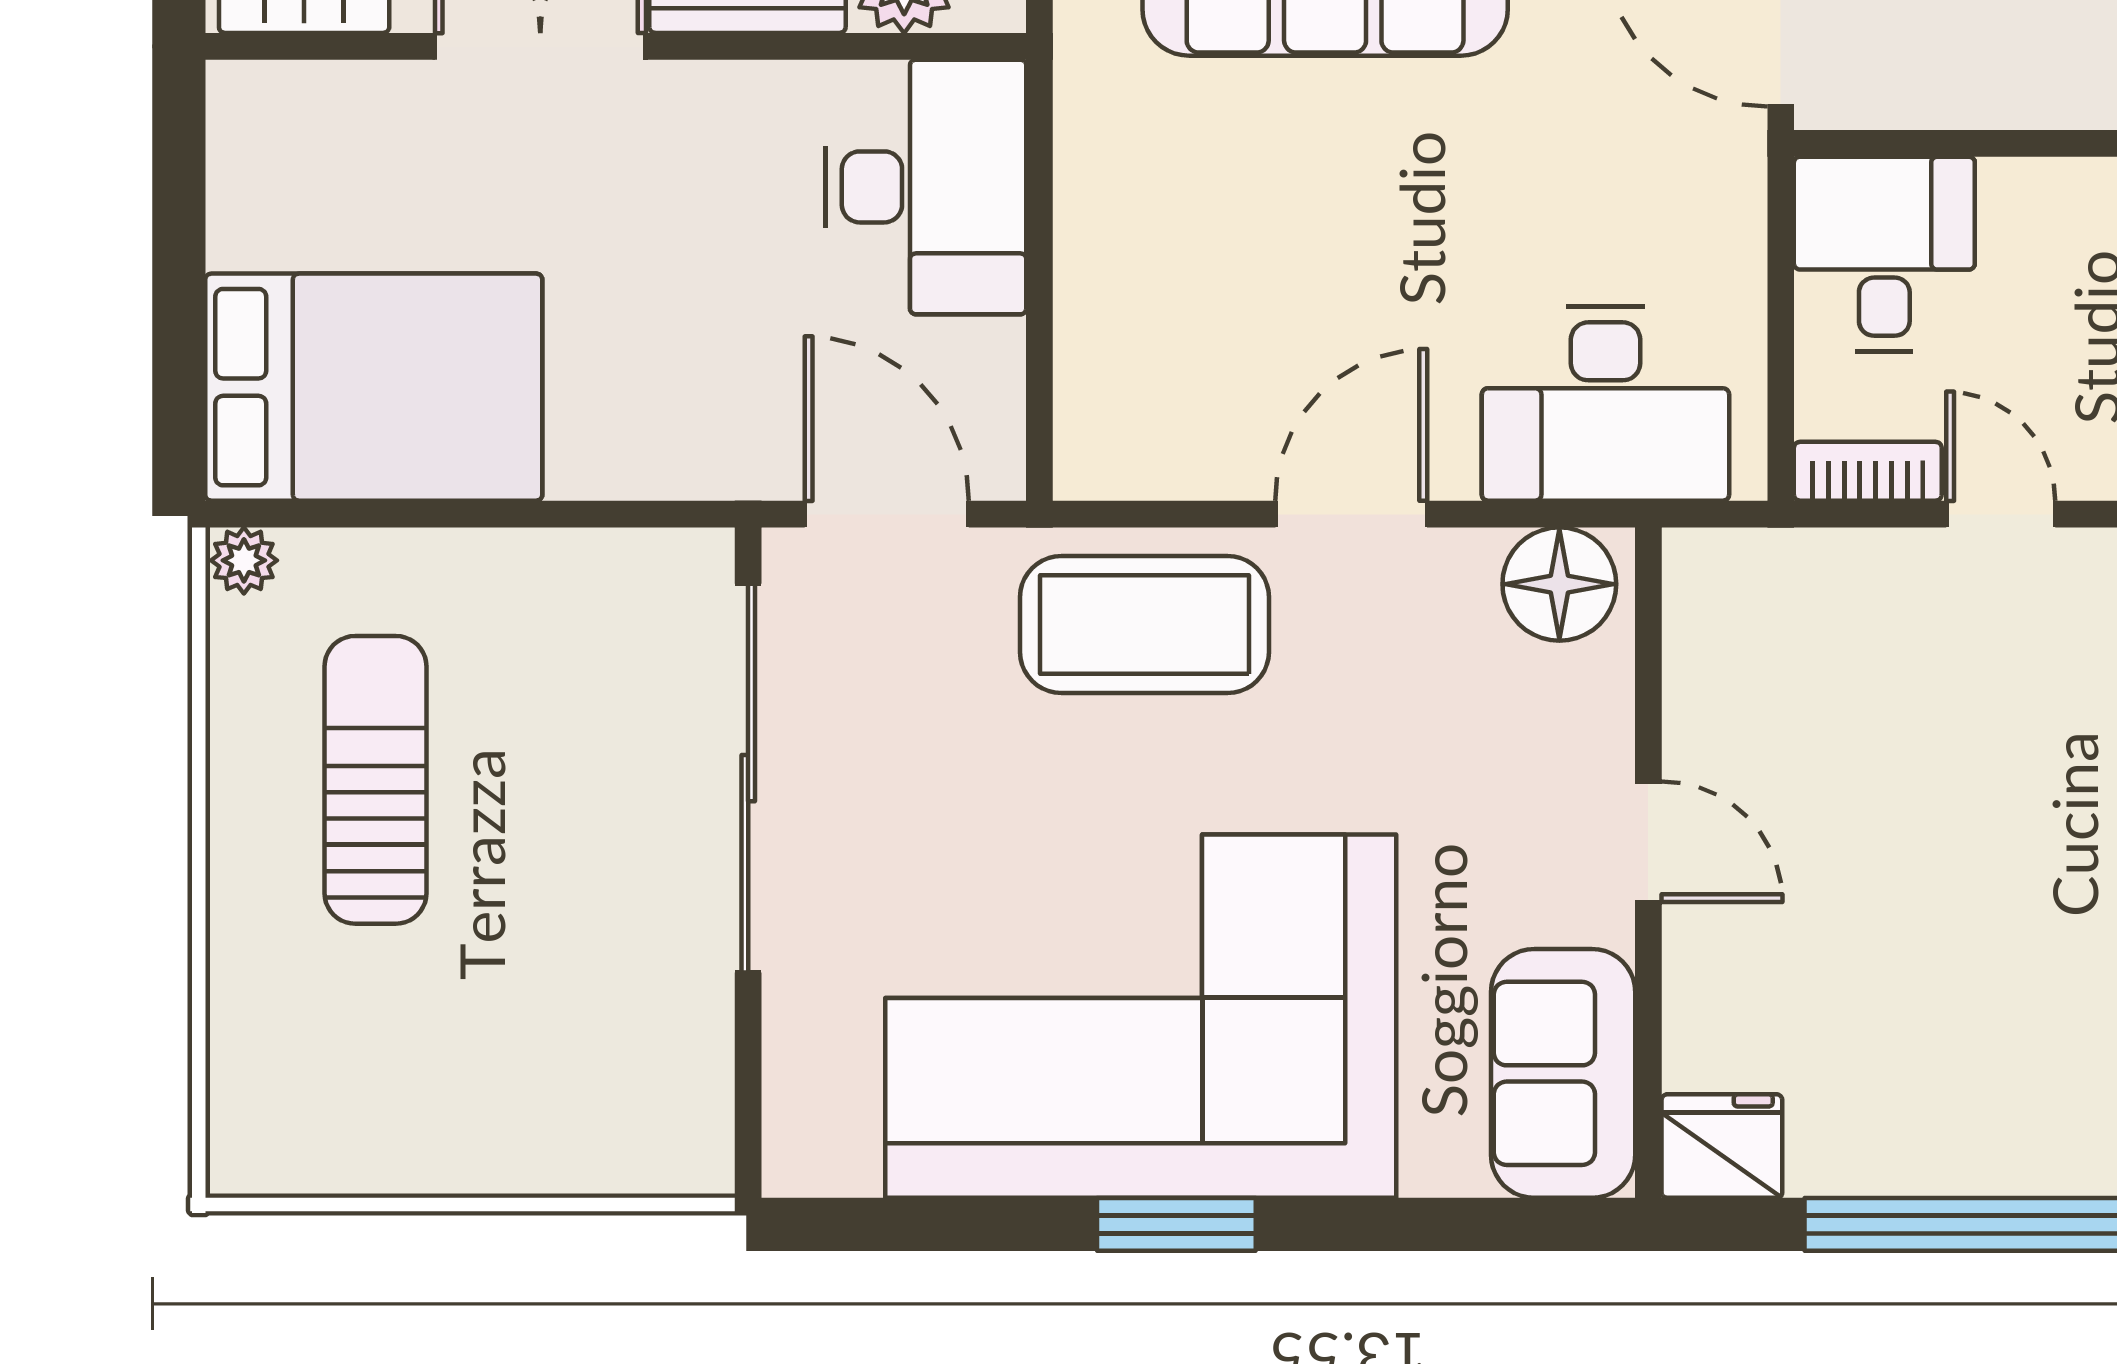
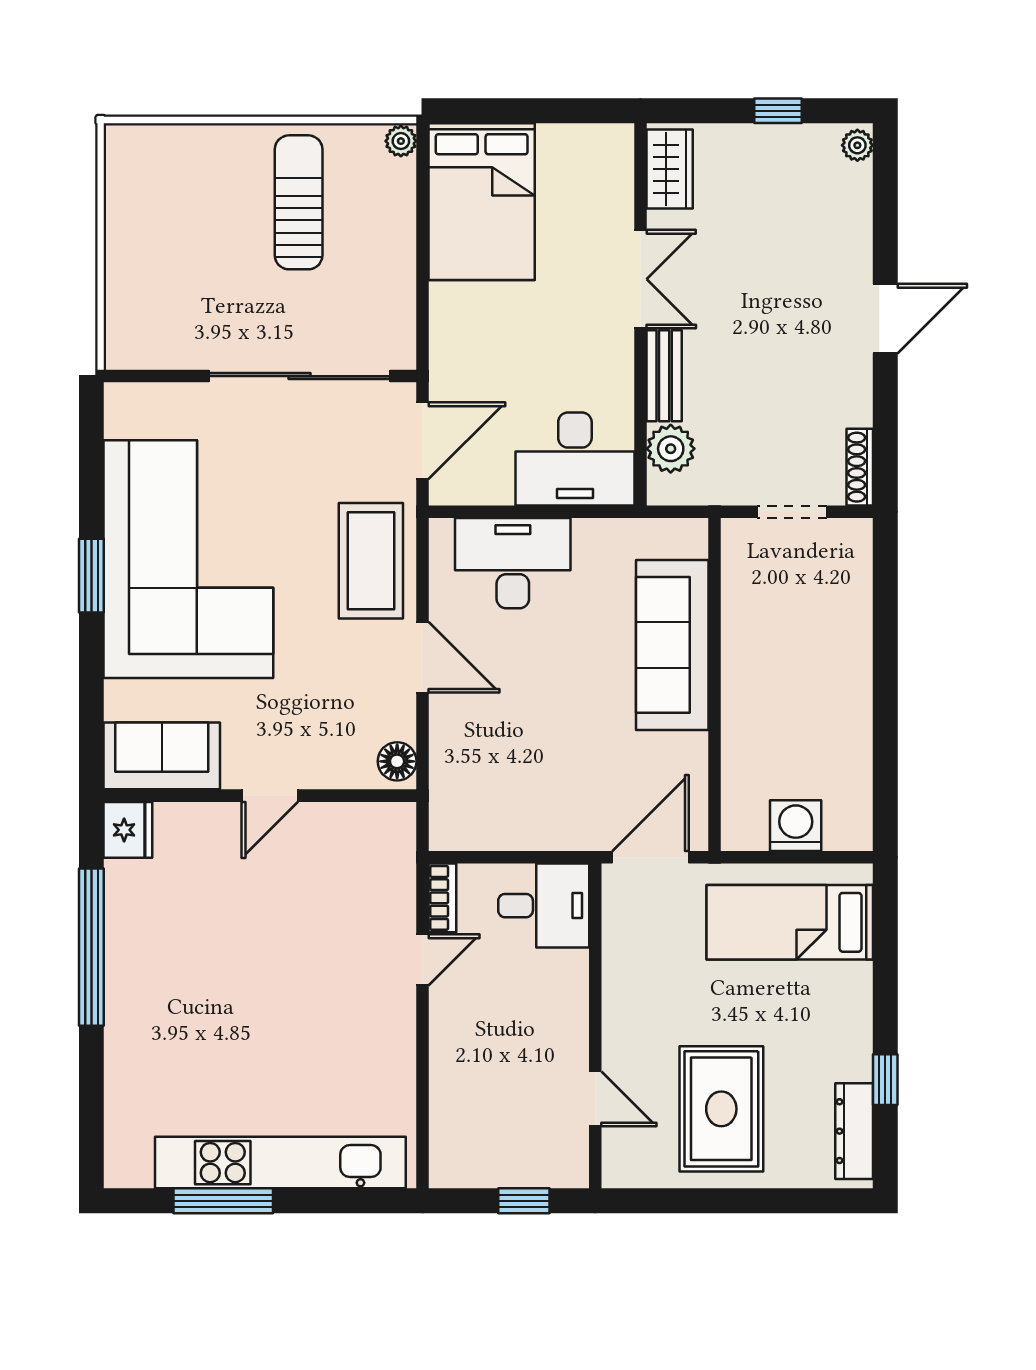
desk: (1605, 404) -> (513, 563), moved, turned 90
floor lamp: (1559, 584) -> (397, 761), width x0.73, depth x0.73
sun lounger: (375, 780) -> (299, 202), turned -90

